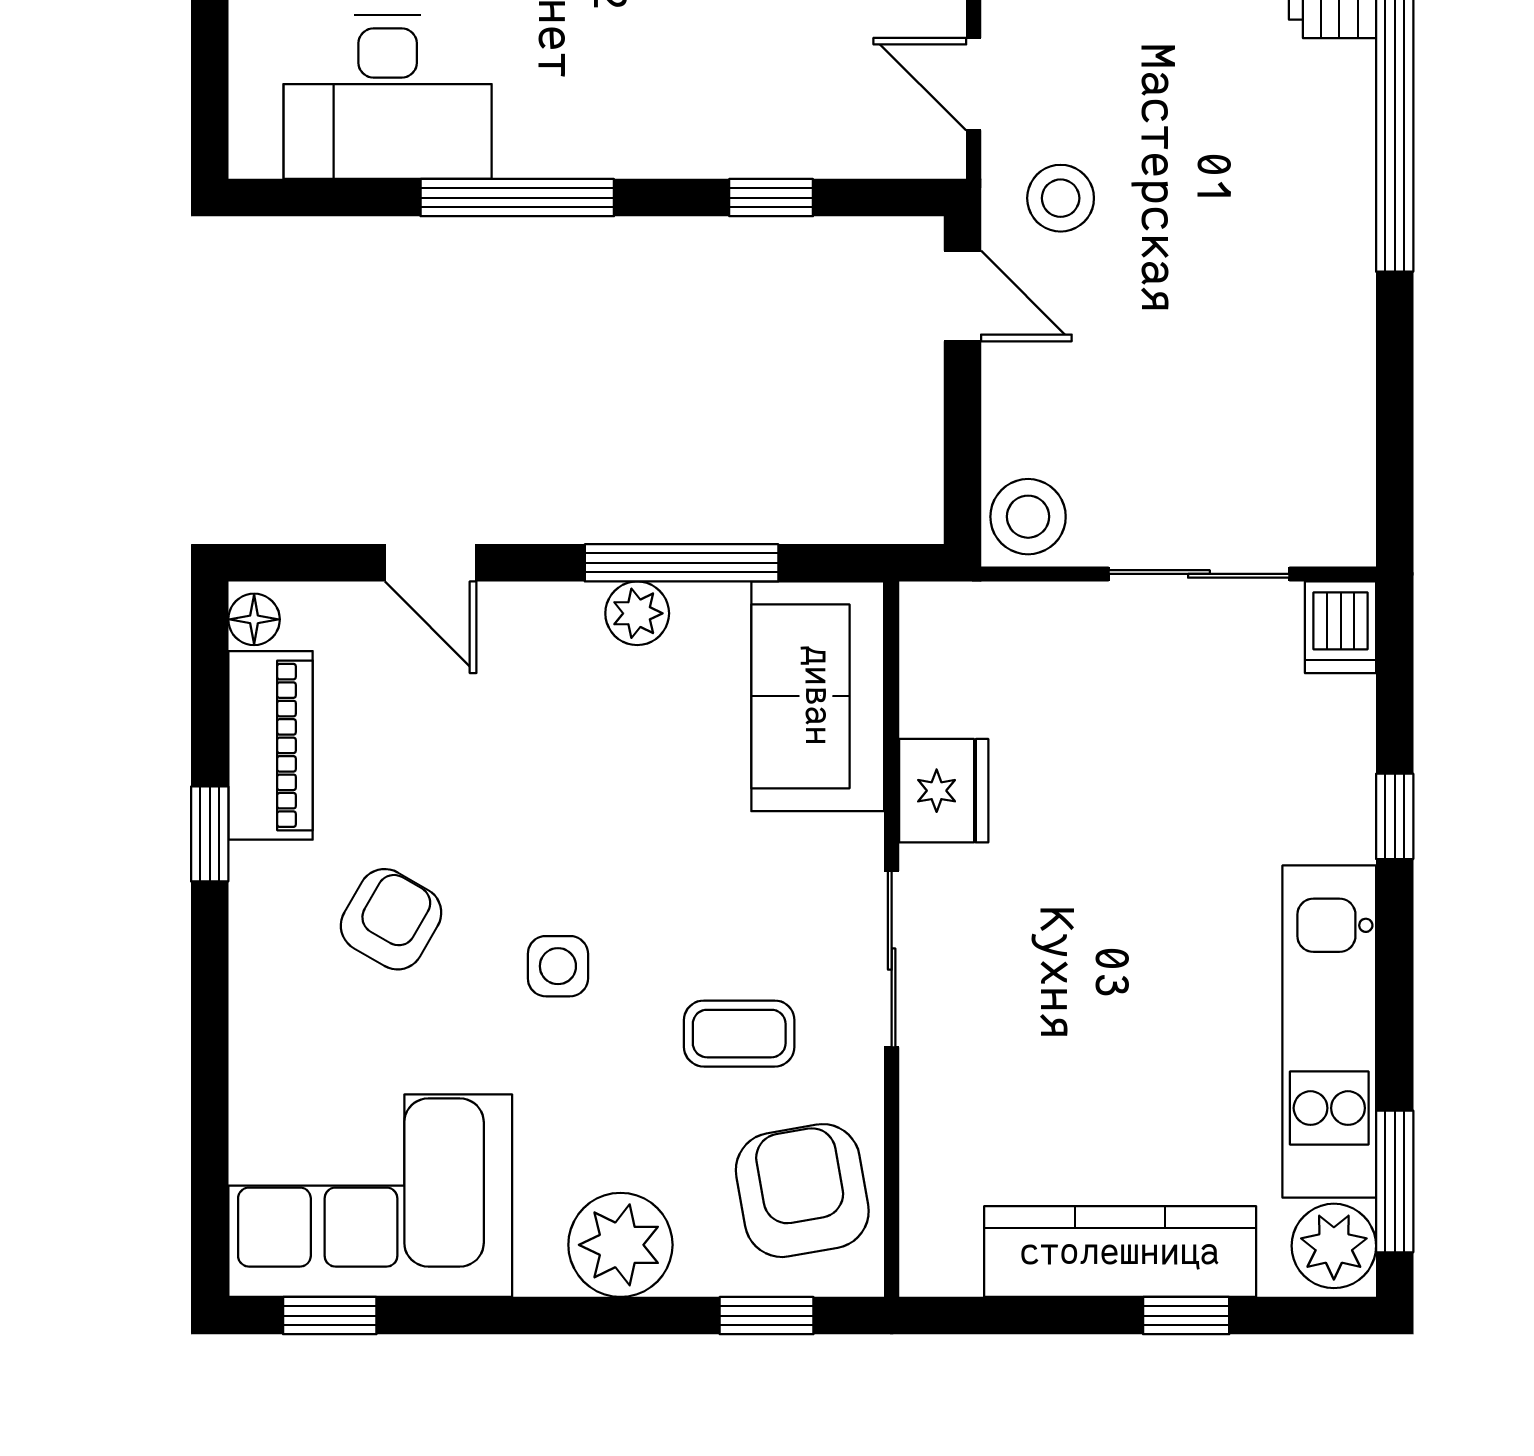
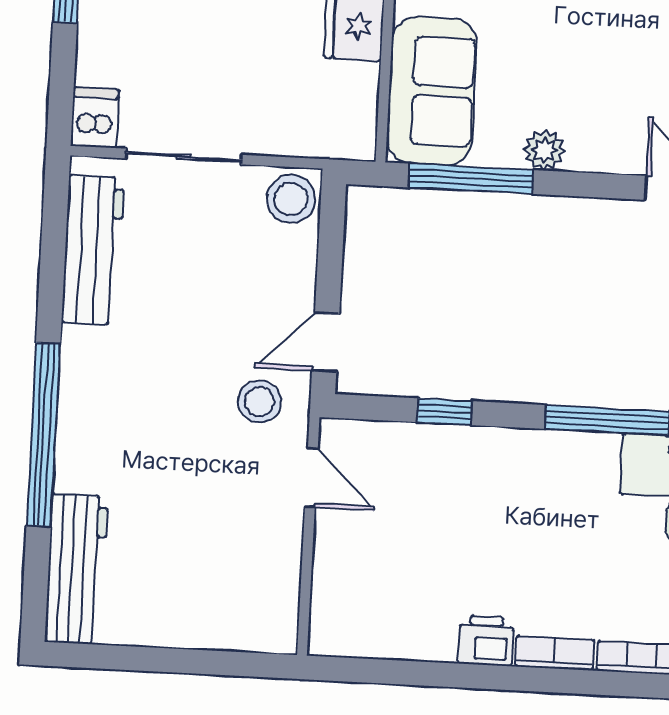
door: (962, 296) -> (326, 342), hinge flipped
workbench: (1333, 421) -> (93, 250), added
window: (682, 563) -> (471, 179), moved

